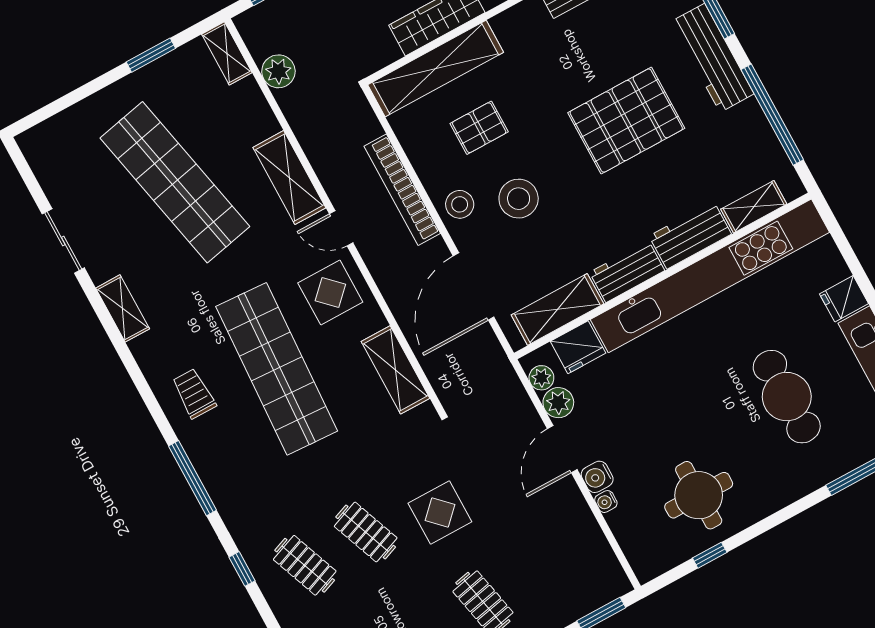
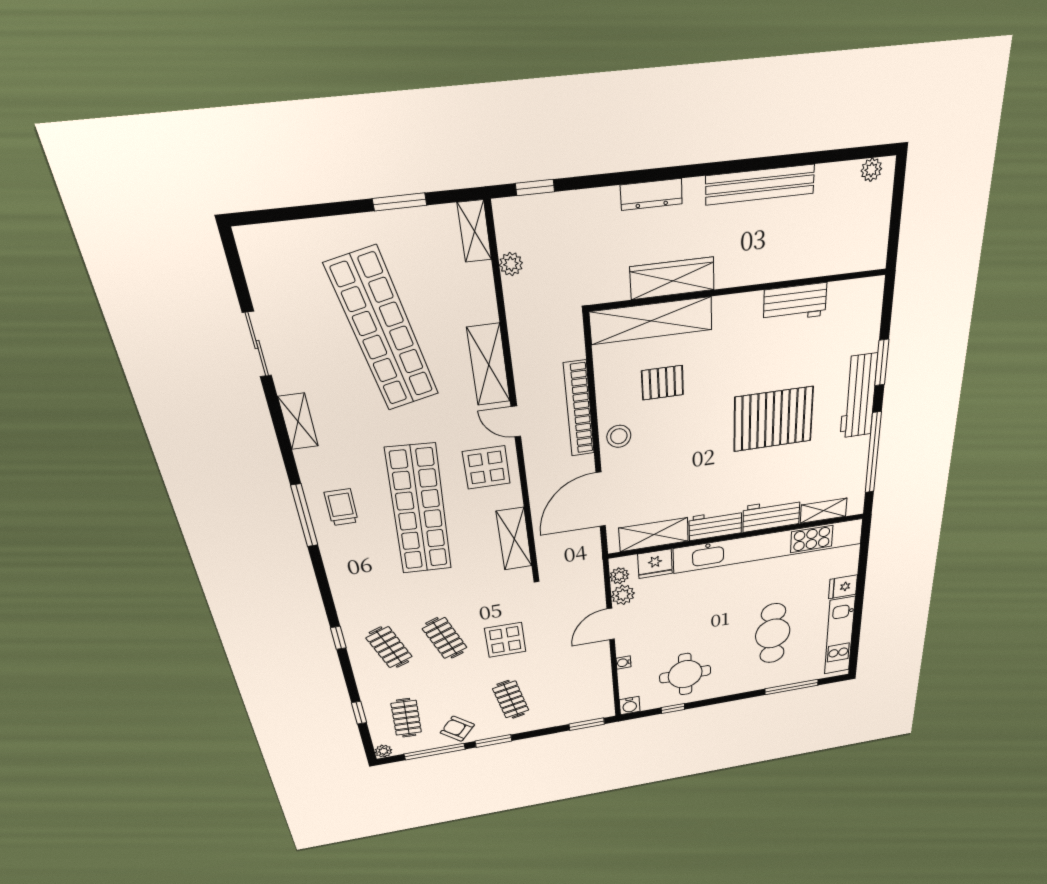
plant: (278, 71) -> (511, 264), width x0.73, depth x0.73
stool: (519, 199) -> (665, 448), removed
water cooler: (597, 477) -> (630, 706), moved, turned -90
window: (193, 478) -> (304, 516), moved

